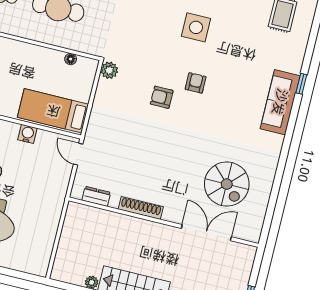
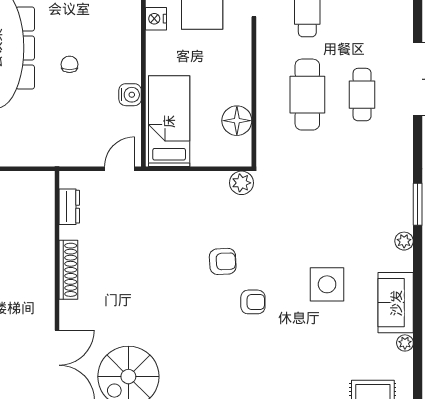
floor lamp: (71, 59) -> (237, 121), width x1.89, depth x1.89
armchair: (162, 97) -> (223, 261), turned 87

